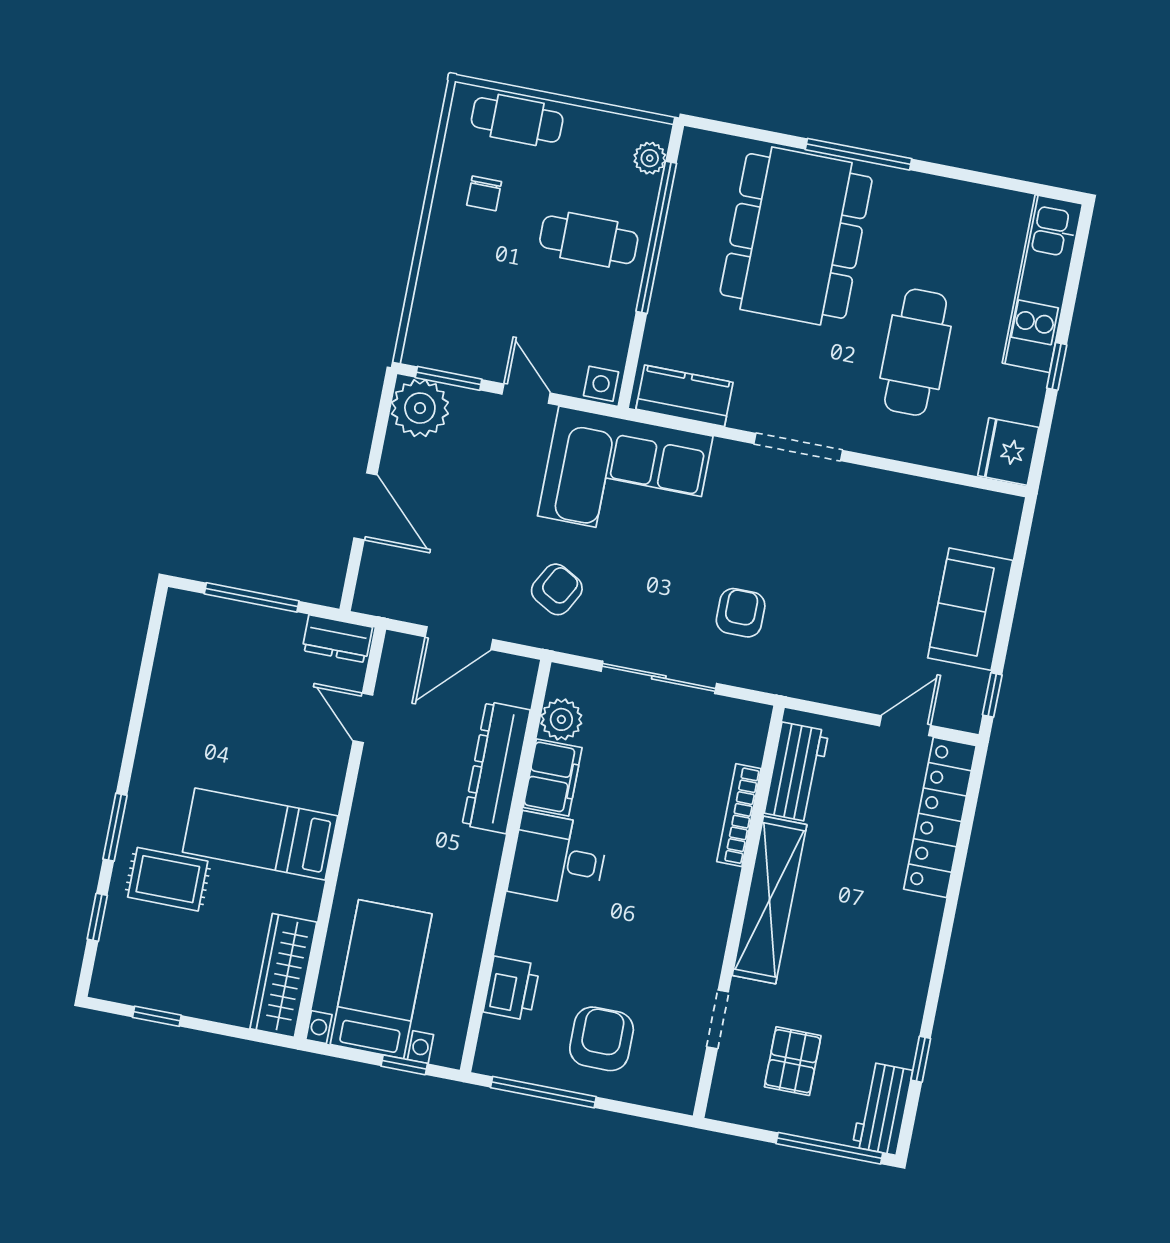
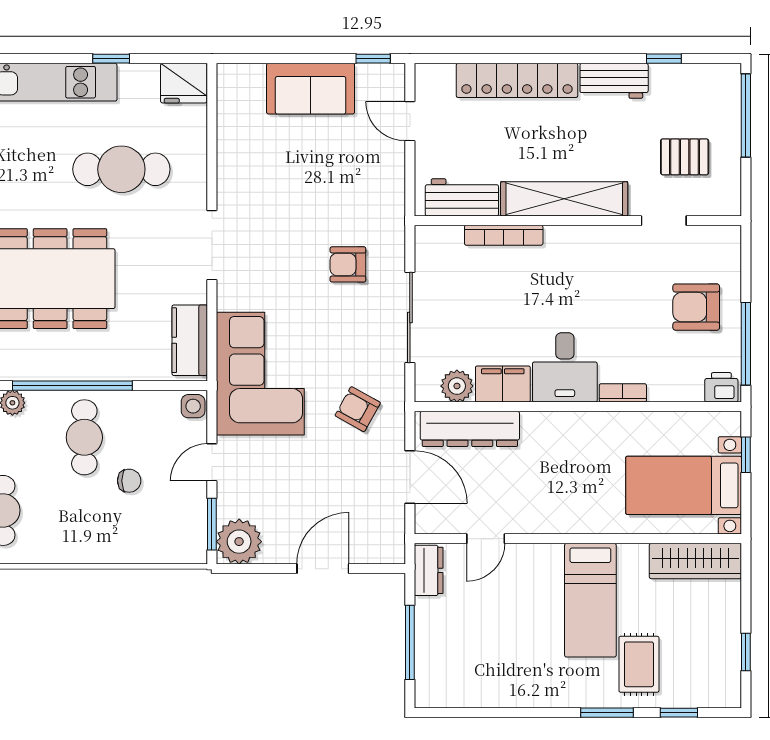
chair: (484, 193) -> (129, 481), moved
dresser: (496, 767) -> (470, 429), moved
locker: (940, 817) -> (517, 80), moved
bookcase: (512, 926) -> (623, 393), added
printer: (512, 988) -> (721, 387), moved, width x0.73, depth x0.81
workbench: (882, 1109) -> (614, 81), moved

